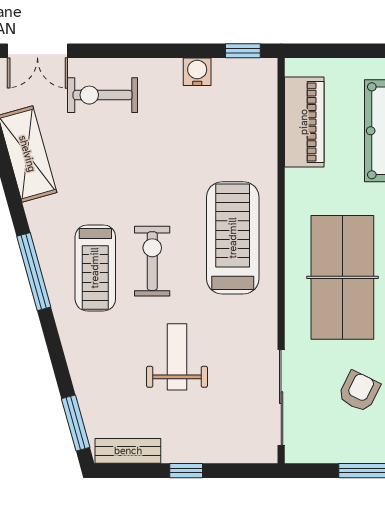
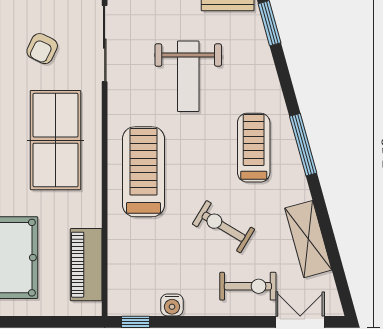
treadmill: (233, 238) -> (143, 172), turned 180
exercise bike: (152, 261) -> (223, 227), moved, turned 121
weight bench: (177, 357) -> (188, 76), width x1.36, depth x1.33

